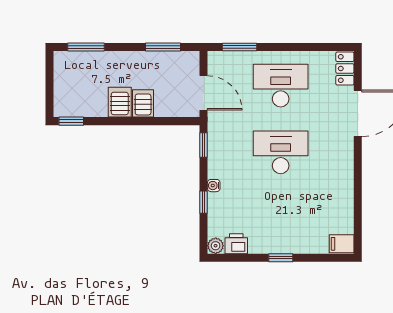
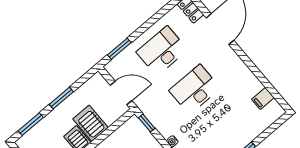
window: (163, 47) -> (61, 98), moved
server rack: (143, 103) -> (91, 123), width x1.36, depth x1.44
filing cabinet: (342, 244) -> (263, 98), moved

